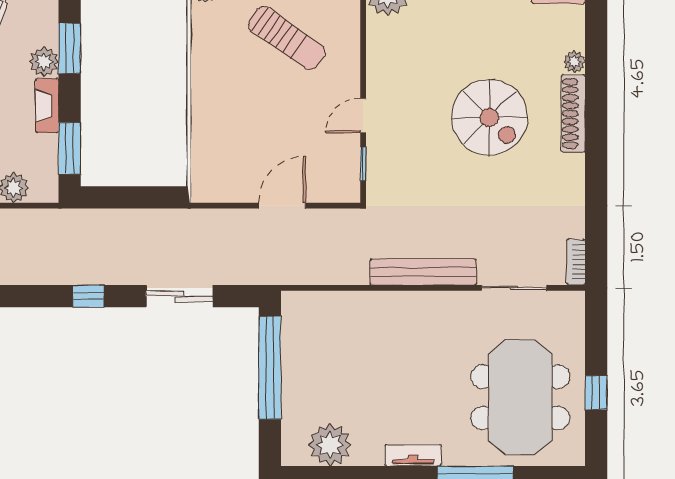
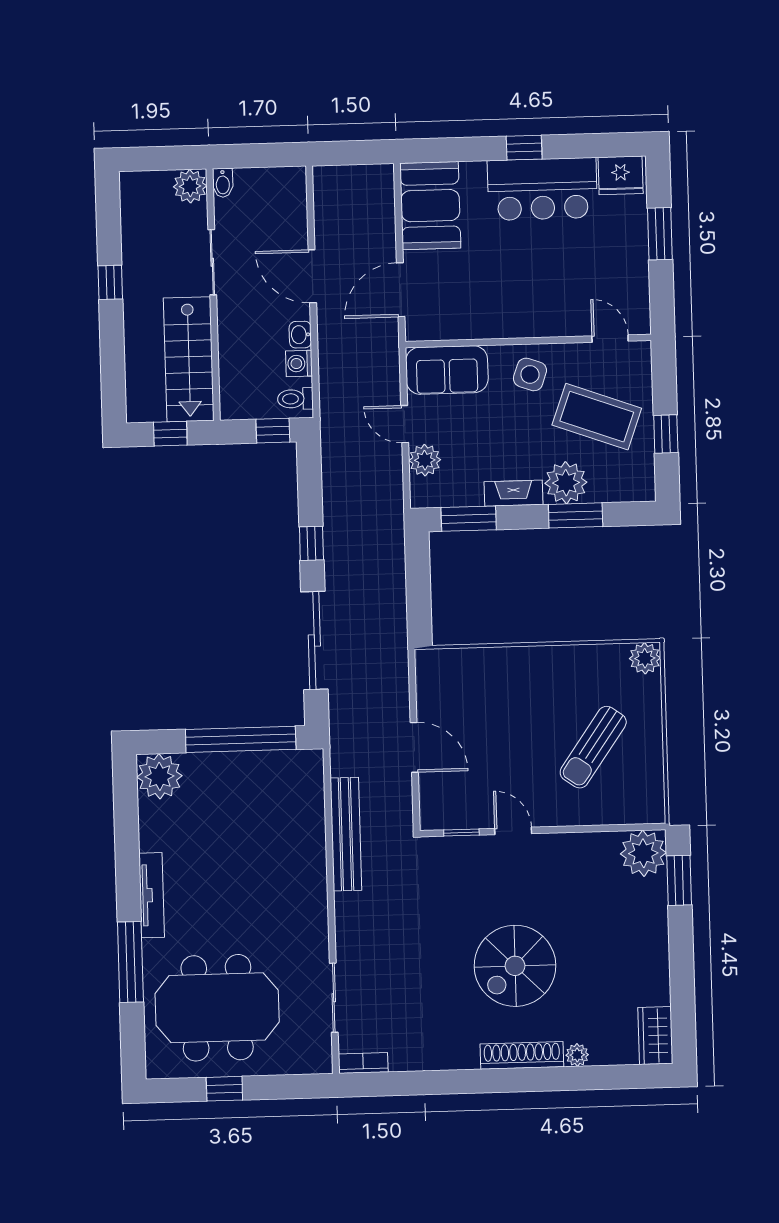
plant: (44, 62) -> (566, 483), width x1.36, depth x1.36
bench: (423, 272) -> (346, 834), moved
sliding door: (179, 296) -> (314, 641), width x1.37
plant: (330, 445) -> (159, 776), moved
tv unit: (413, 455) -> (152, 895), width x1.41

